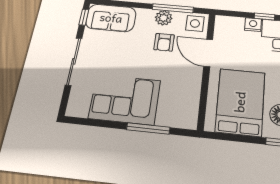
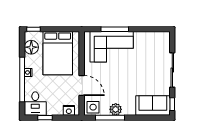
nightstand: (253, 25) -> (69, 110), moved
armchair: (164, 42) -> (113, 91), removed
corner sofa: (125, 99) -> (112, 47), moved

